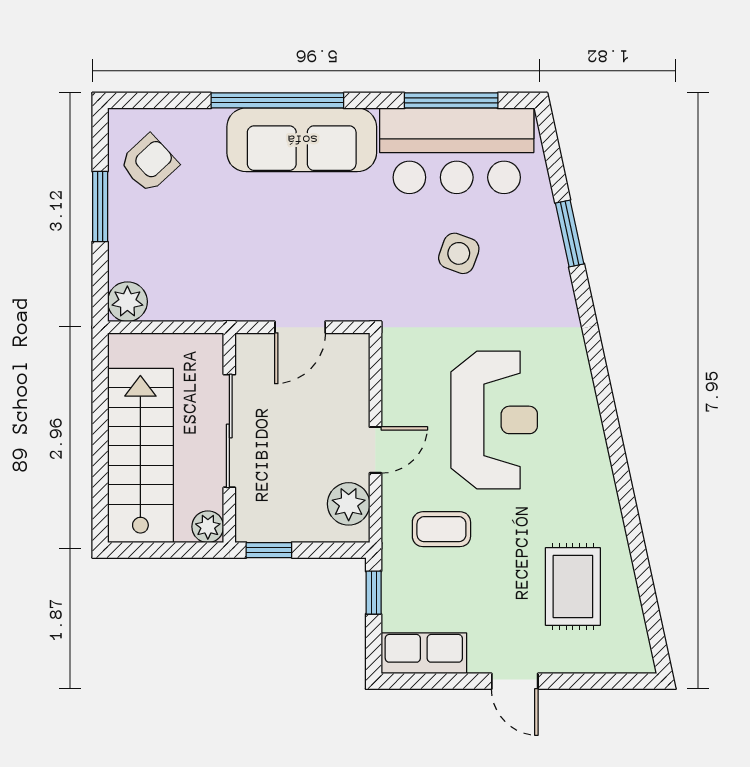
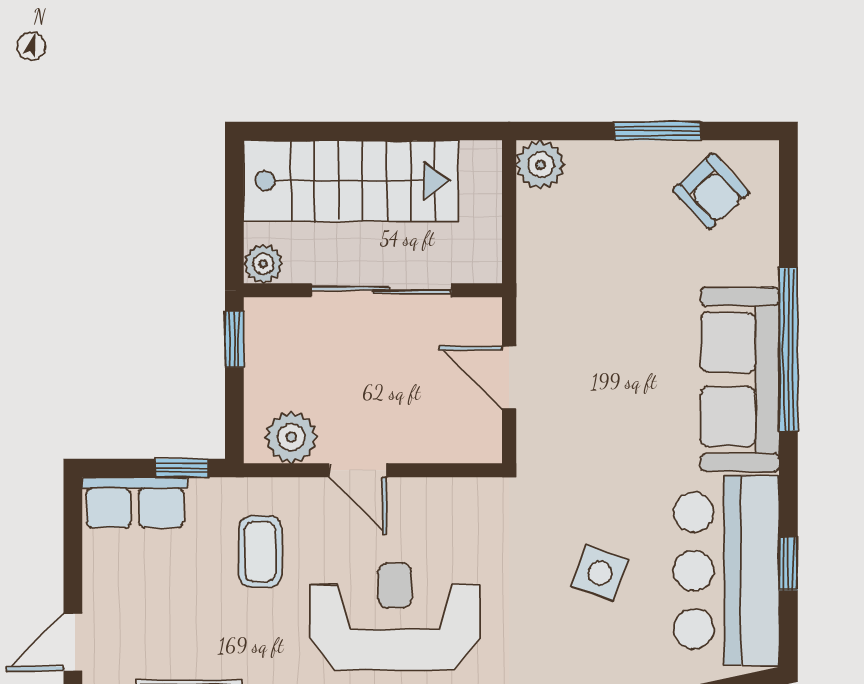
window: (451, 100) -> (788, 564), width x0.46
reception desk: (494, 420) -> (395, 617), turned 180
row of seats: (424, 653) -> (135, 502), moved, turned 90

